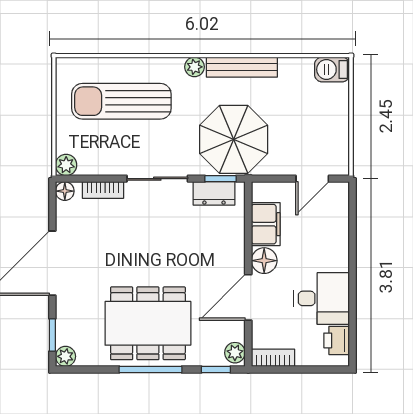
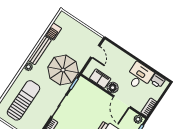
barbecue: (332, 69) -> (53, 31), moved
sun lounger: (121, 101) -> (23, 100), turned 180
dresser: (214, 193) -> (77, 89), removed

